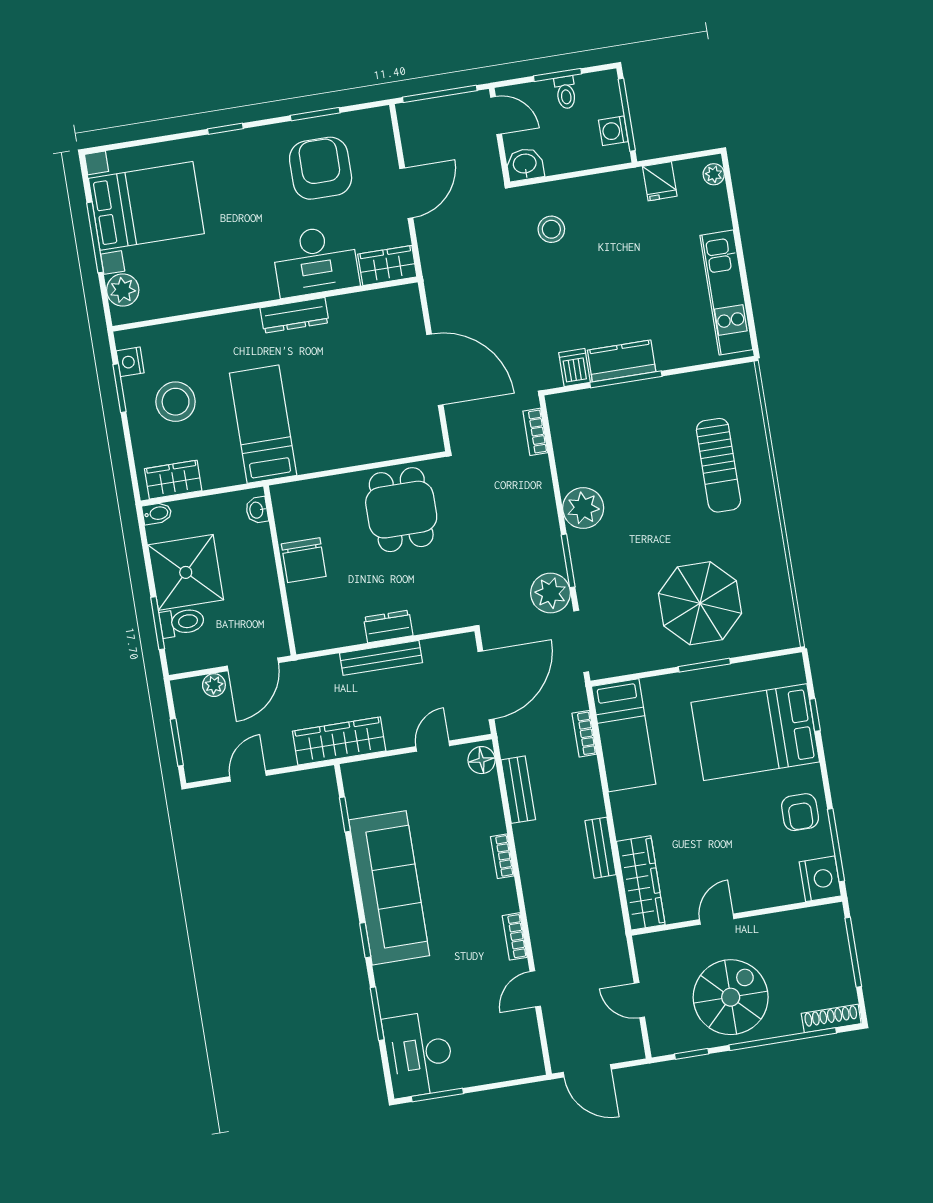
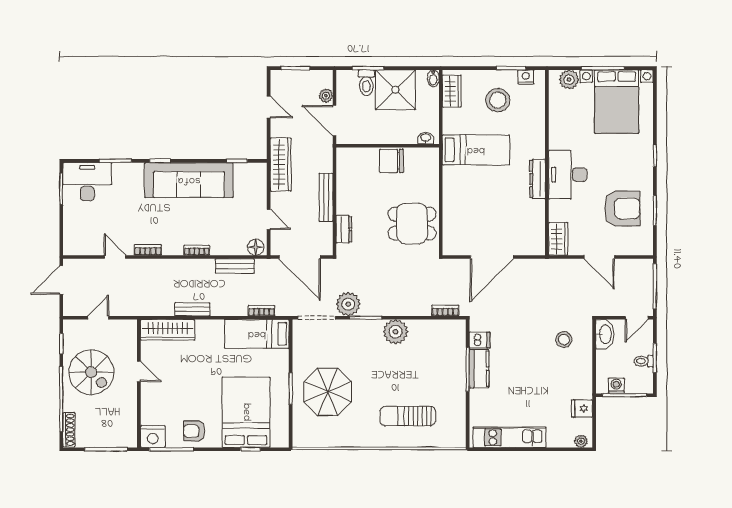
washbasin: (525, 164) -> (605, 334), width x1.38
desk: (315, 261) -> (568, 175), moved
dresser: (388, 626) -> (344, 229), moved

